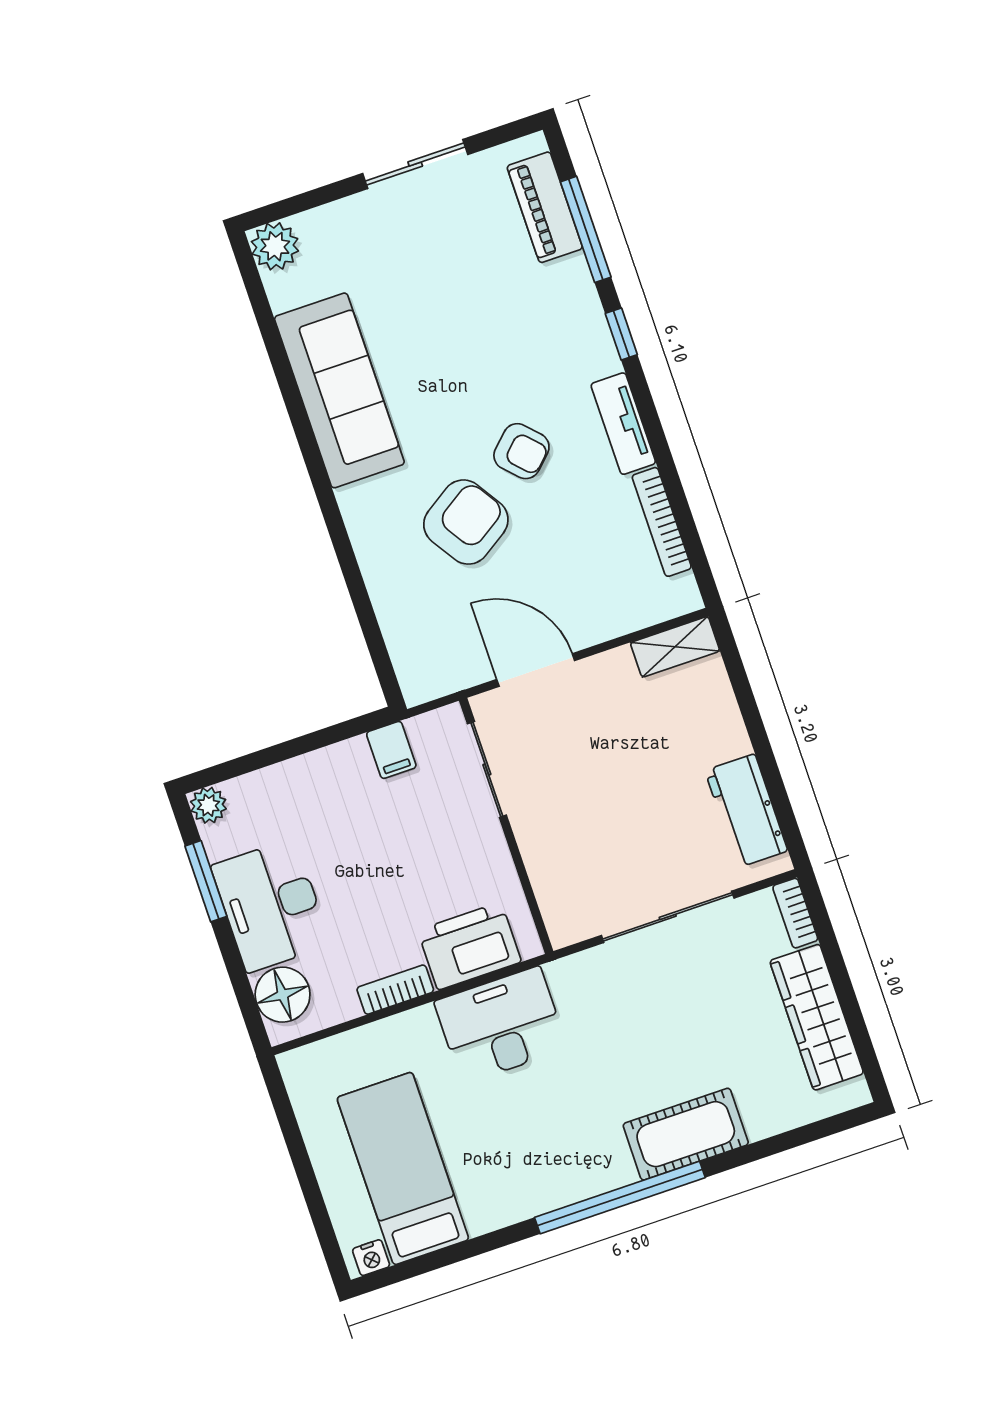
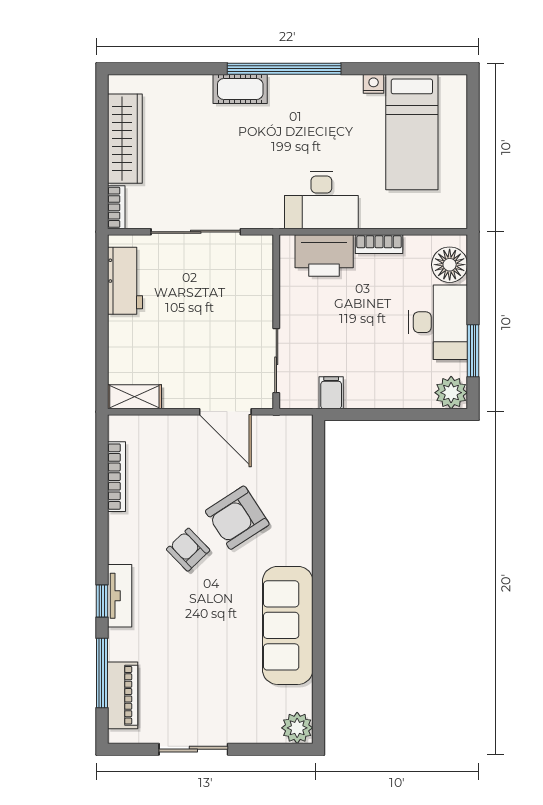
tv unit: (623, 424) -> (120, 596), moved
plant: (208, 805) -> (451, 393), width x1.38, depth x1.38
cot: (686, 1134) -> (240, 89), width x0.73, depth x0.75
nightstand: (371, 1258) -> (374, 84), moved

